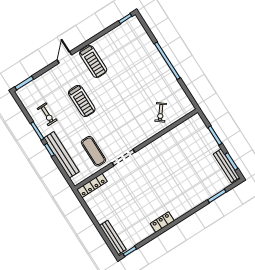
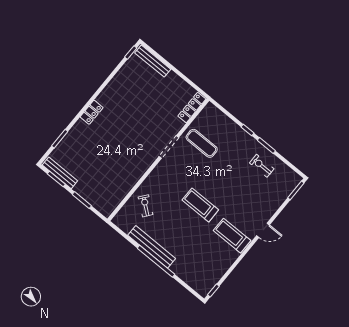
door: (64, 57) -> (263, 230), hinge flipped
treadmill: (82, 101) -> (200, 205), moved
bench: (61, 155) -> (152, 247), moved
locker: (162, 222) -> (92, 112), moved

